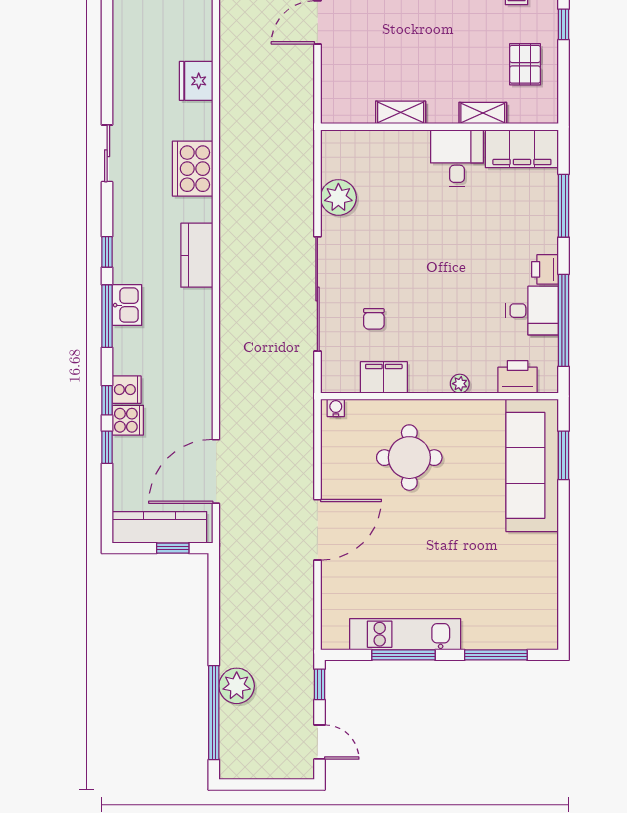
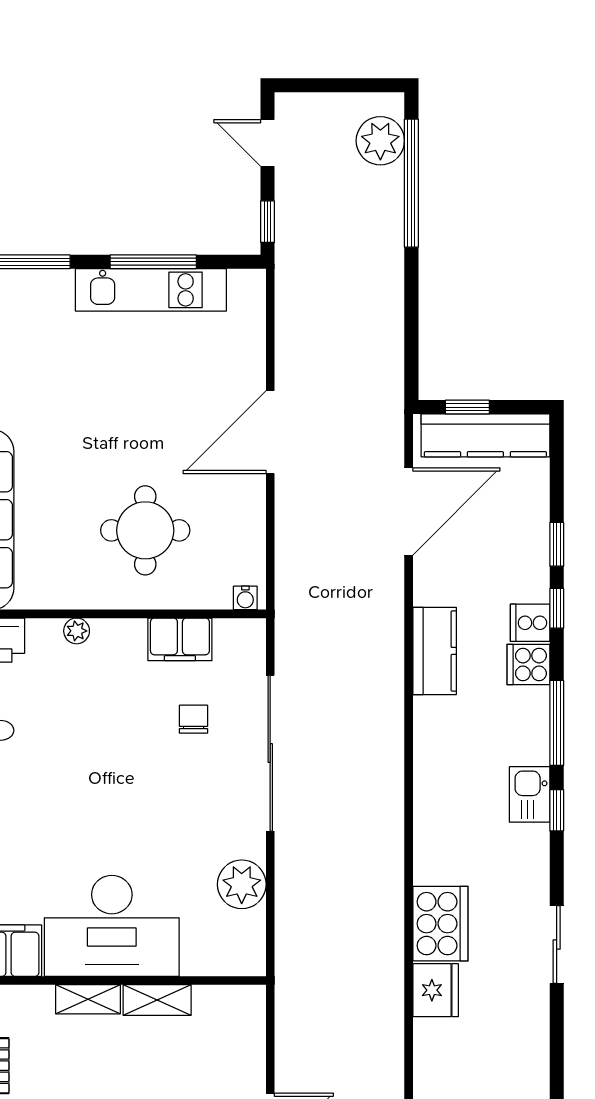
fridge: (196, 81) -> (436, 990), moved
shelving: (483, 113) -> (88, 999), moved
desk: (457, 158) -> (112, 926), width x1.87, depth x1.30
kitchen counter: (197, 255) -> (435, 651), moved
kitchen sink: (127, 305) -> (530, 794), moved
cooker: (128, 420) -> (528, 664), moved
plant: (237, 686) -> (380, 141), moved

